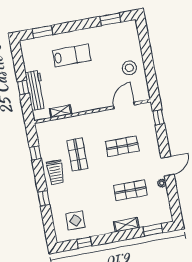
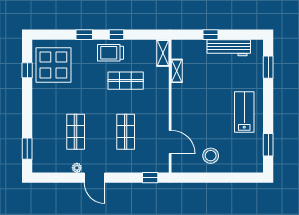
lab bench: (72, 55) -> (244, 112), moved, turned 180
workbench: (36, 90) -> (229, 48), moved
window: (35, 153) -> (116, 35), moved
display table: (75, 220) -> (53, 65), width x1.86, depth x1.86
shelving: (126, 225) -> (163, 53), moved

